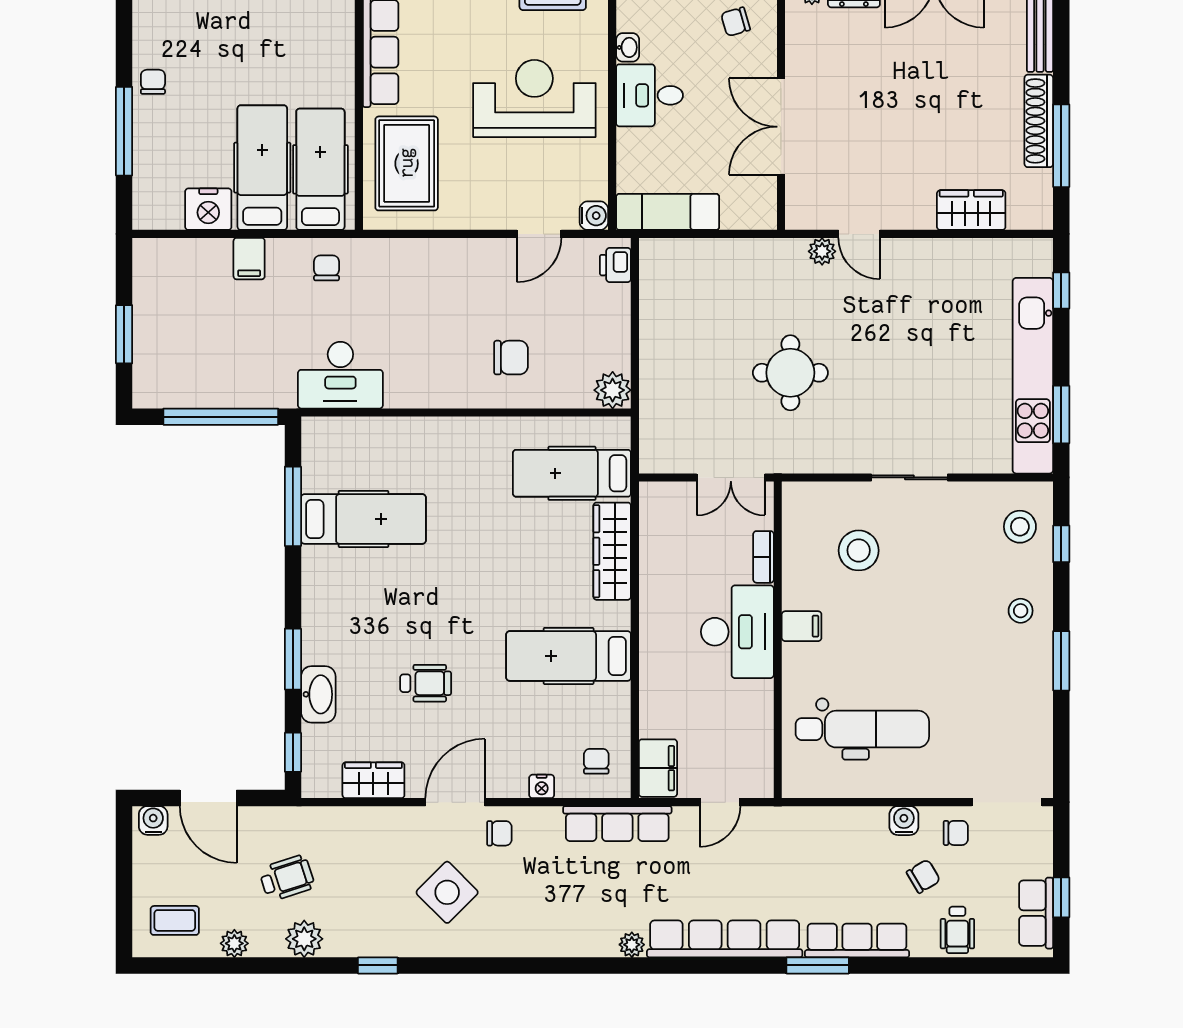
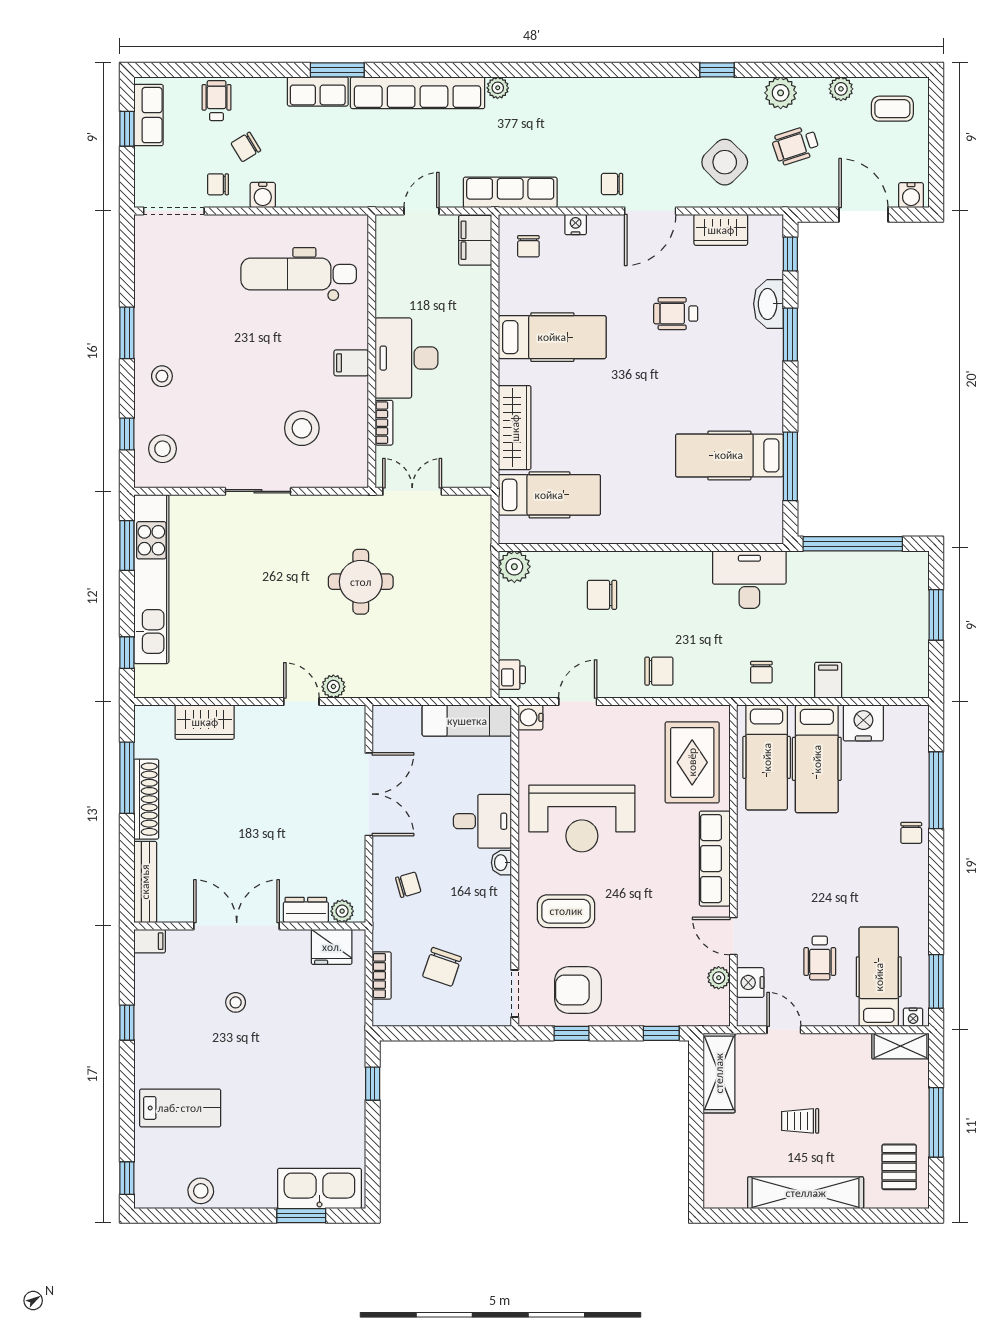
chair: (445, 269) -> (659, 671), added
side table: (447, 892) -> (725, 162), moved
row of seats: (857, 940) -> (318, 91), width x0.68

